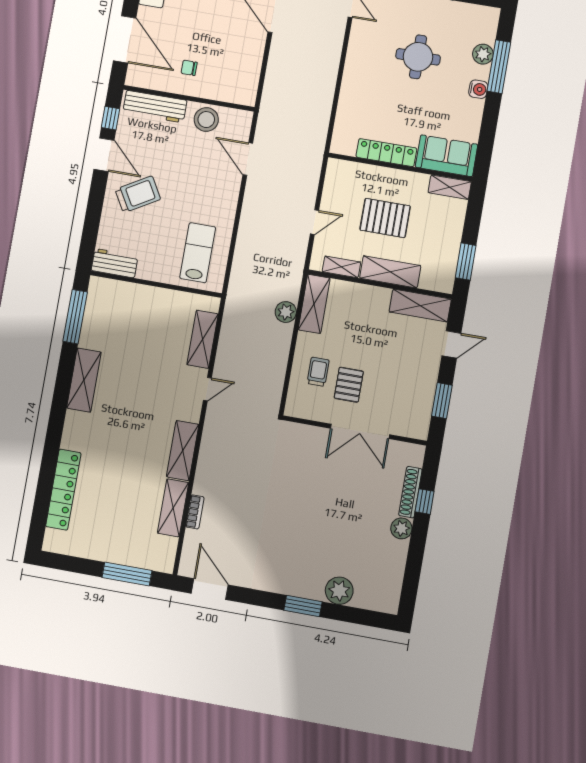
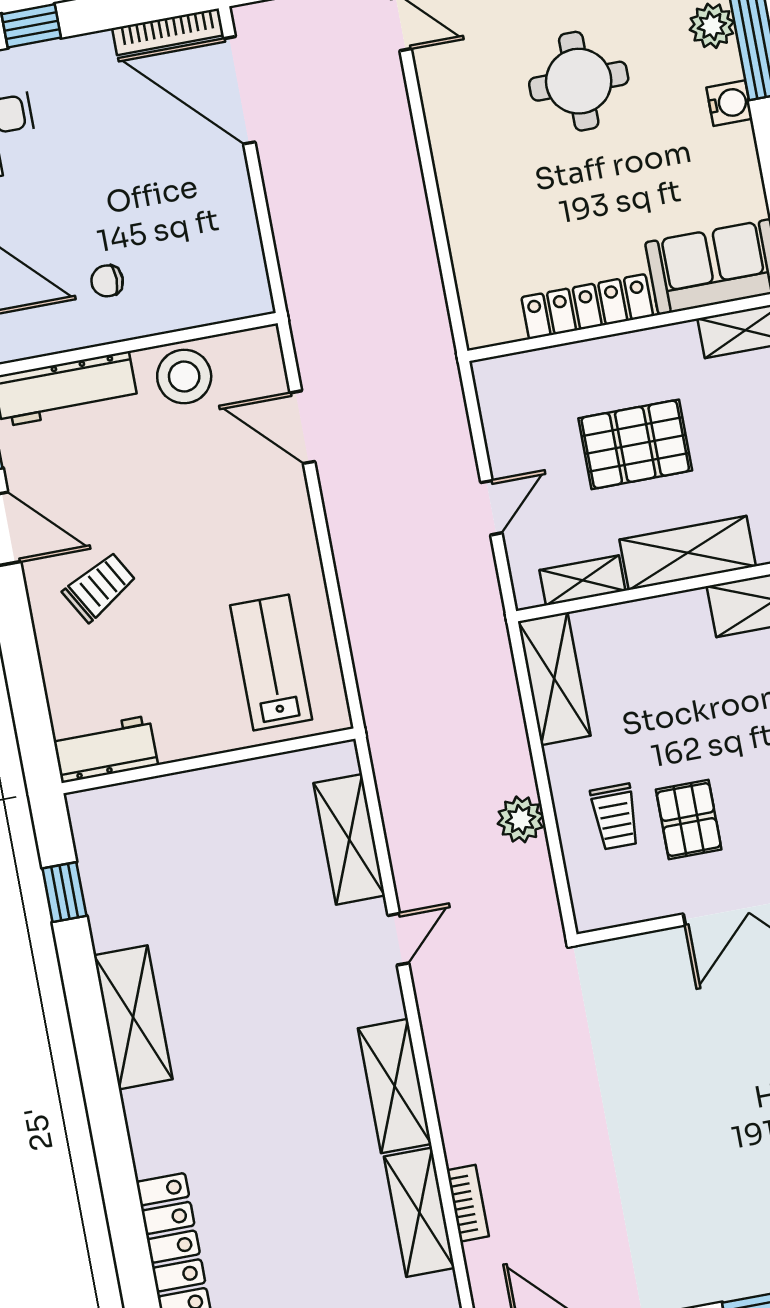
trolley: (138, 194) -> (99, 587), width x0.73, depth x0.72
plant: (286, 312) -> (521, 819), moved
window: (75, 317) -> (64, 892), width x0.46
trolley: (318, 372) -> (615, 817), turned 180

